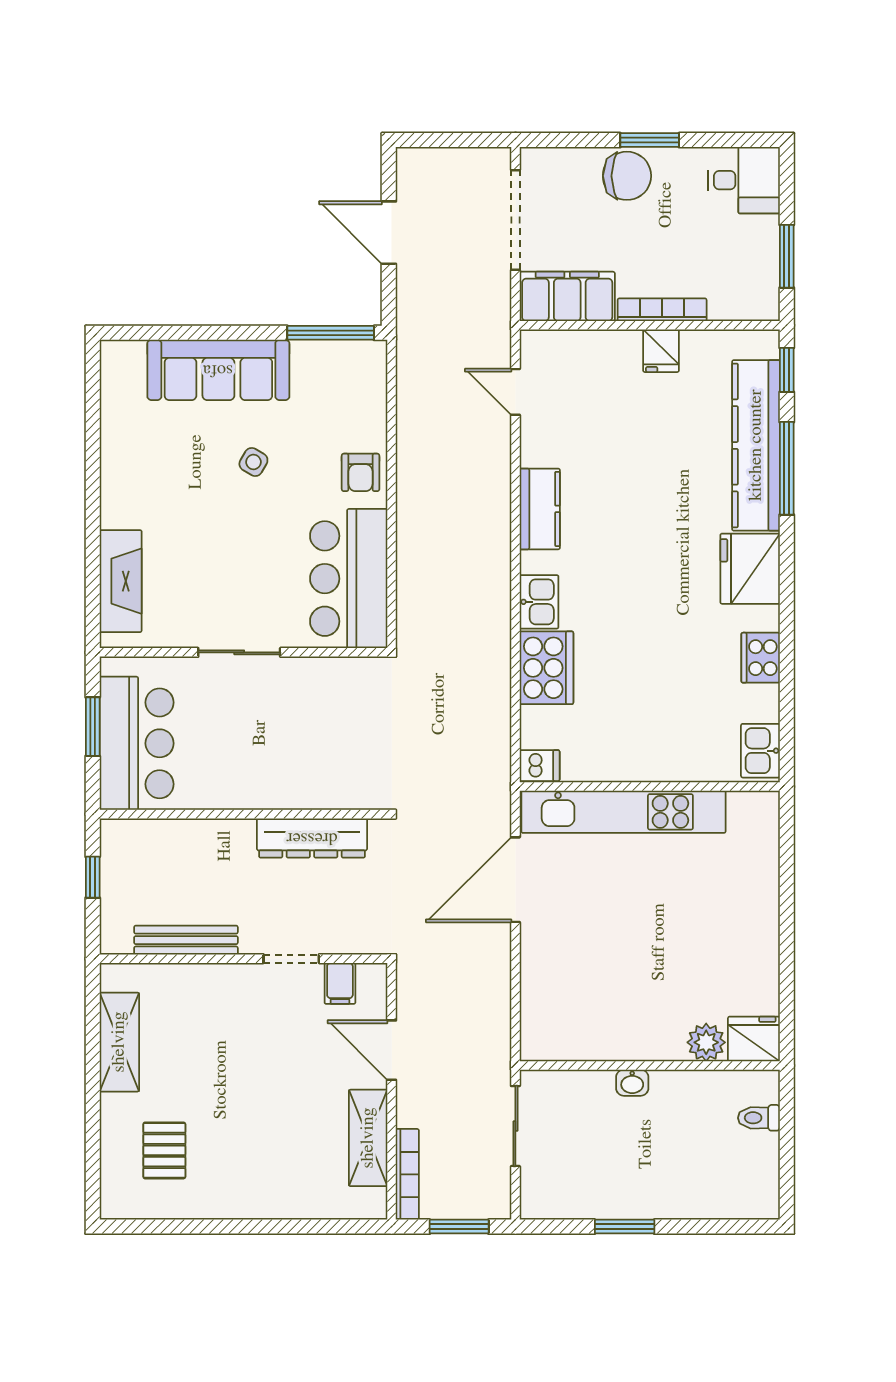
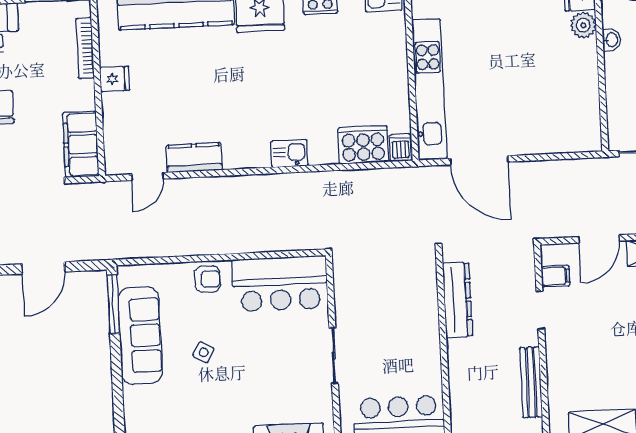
bookcase: (662, 310) -> (85, 48), moved
sofa: (218, 370) -> (140, 335), moved
kitchen counter: (540, 509) -> (194, 158), moved
cooker: (546, 668) -> (363, 145), moved
washbasin: (632, 1083) -> (612, 40), moved

